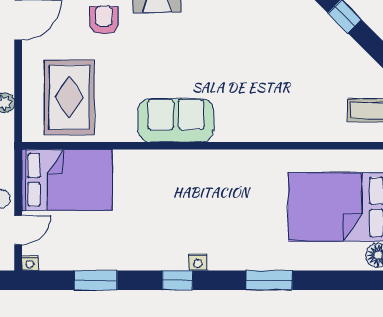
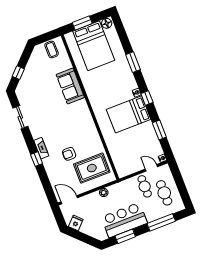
armchair: (104, 20) -> (69, 154), moved
sofa: (176, 120) -> (70, 86), moved
bed: (67, 180) -> (129, 114), moved, turned -90

